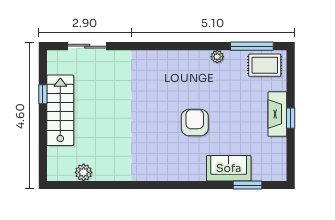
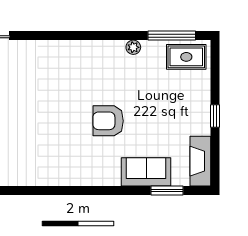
fireplace: (277, 114) -> (200, 161), moved
armchair: (195, 122) -> (108, 121), turned -90

